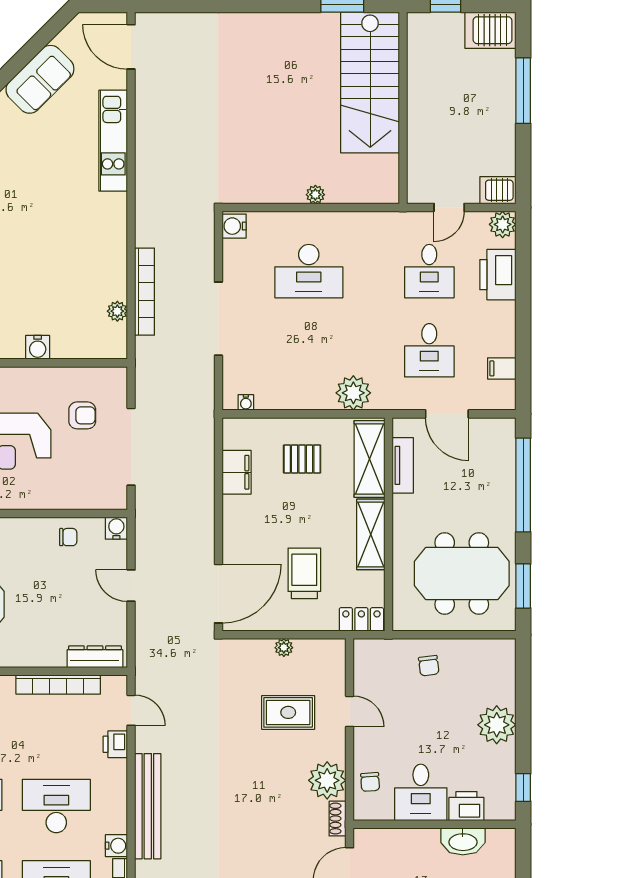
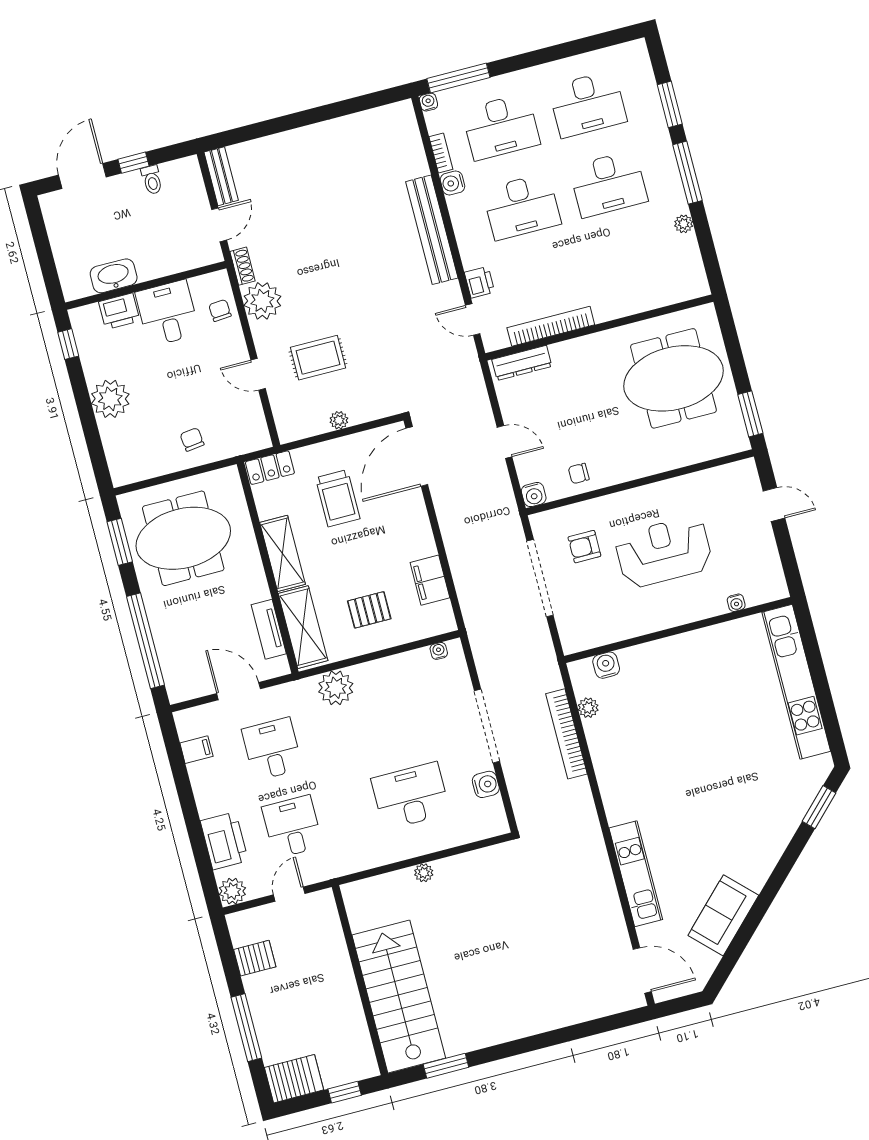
server rack: (498, 190) -> (255, 958), moved
water cooler: (234, 226) -> (486, 784), moved
water cooler: (38, 347) -> (606, 665), moved
armchair: (82, 415) -> (584, 547), moved

